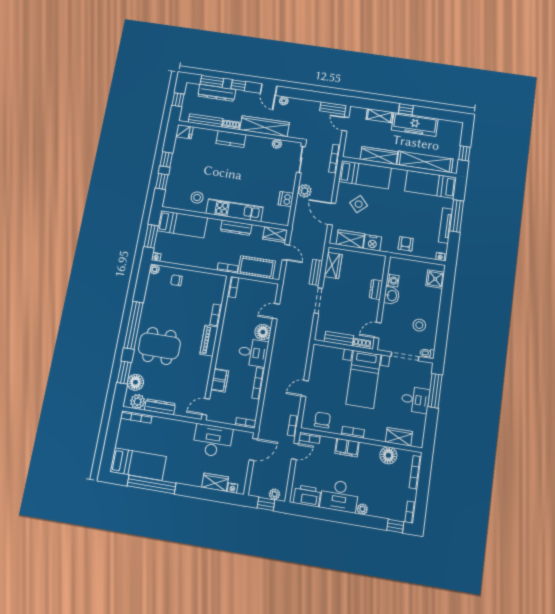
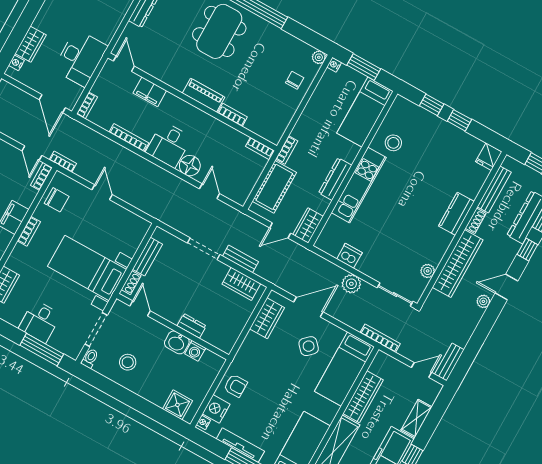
nightstand: (372, 243) -> (216, 409), moved

